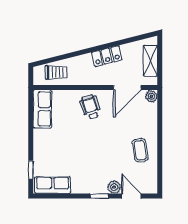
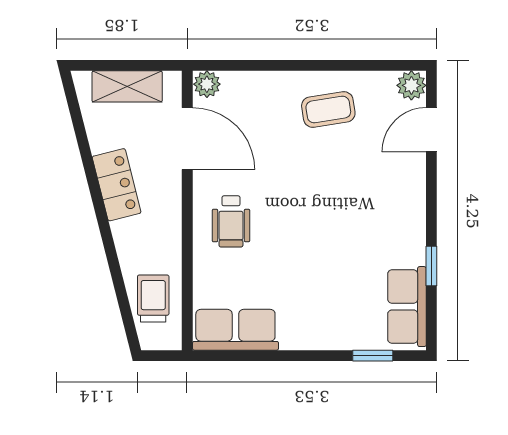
wheelchair: (90, 107) -> (231, 221), turned -71
plant: (114, 187) -> (411, 85), moved
window: (99, 196) -> (431, 266), moved

